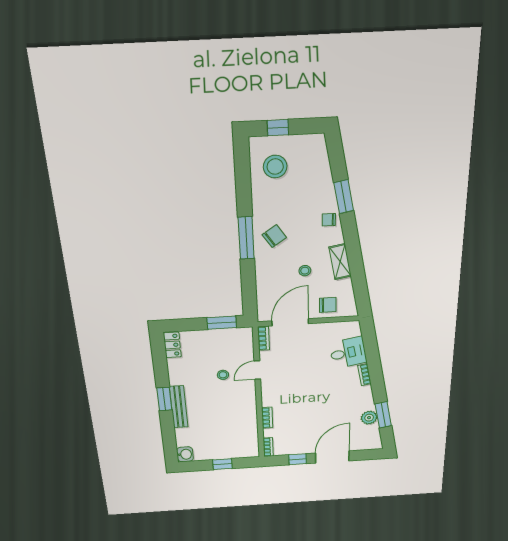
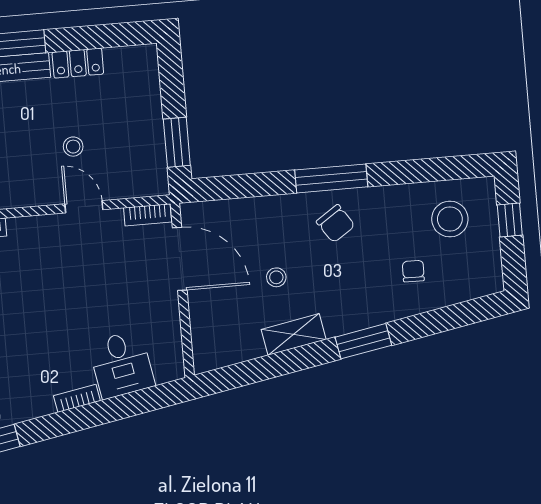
window: (344, 197) -> (363, 341), moved
chair: (329, 220) -> (413, 271), moved
chair: (328, 305) -> (214, 321), removed
locker: (172, 345) -> (78, 63), moved

